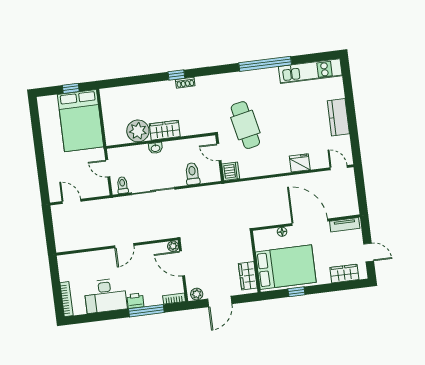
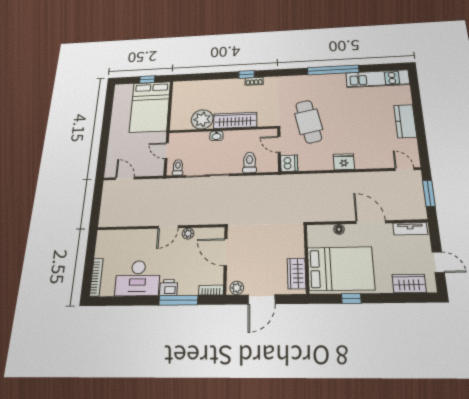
wardrobe: (165, 130) -> (235, 120), width x1.50
fridge: (300, 163) -> (344, 162), moved
window: (361, 190) -> (429, 193), added
door: (310, 222) -> (371, 222), width x0.73
plant: (173, 246) -> (188, 234), moved

